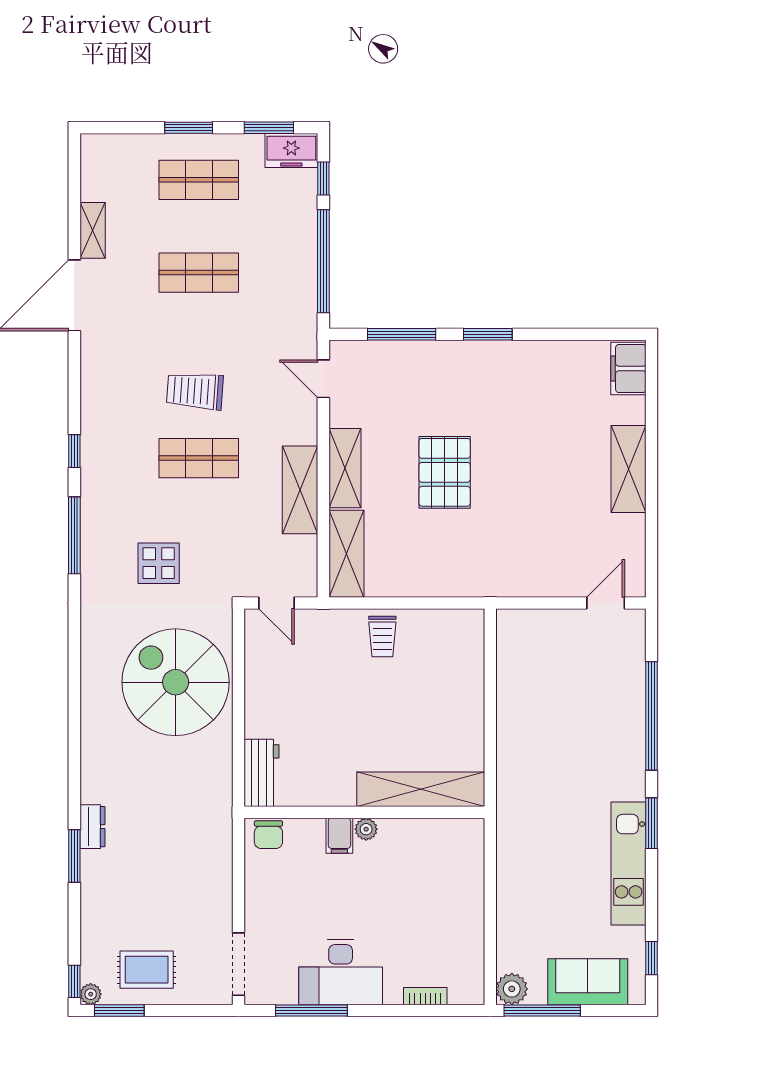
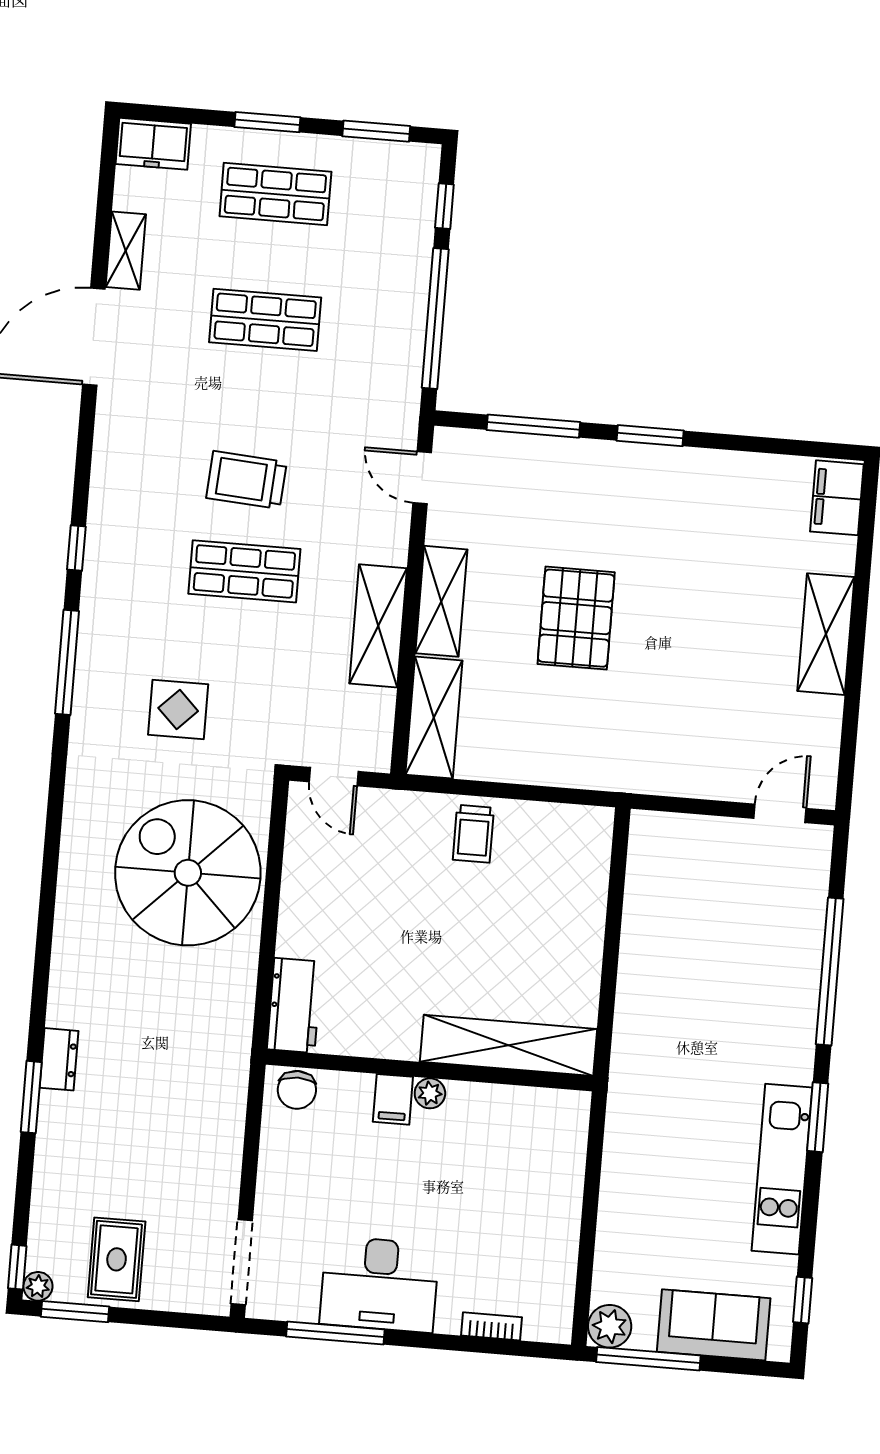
freezer: (291, 150) -> (153, 144), moved
rug: (147, 970) -> (117, 1259), turned 90

